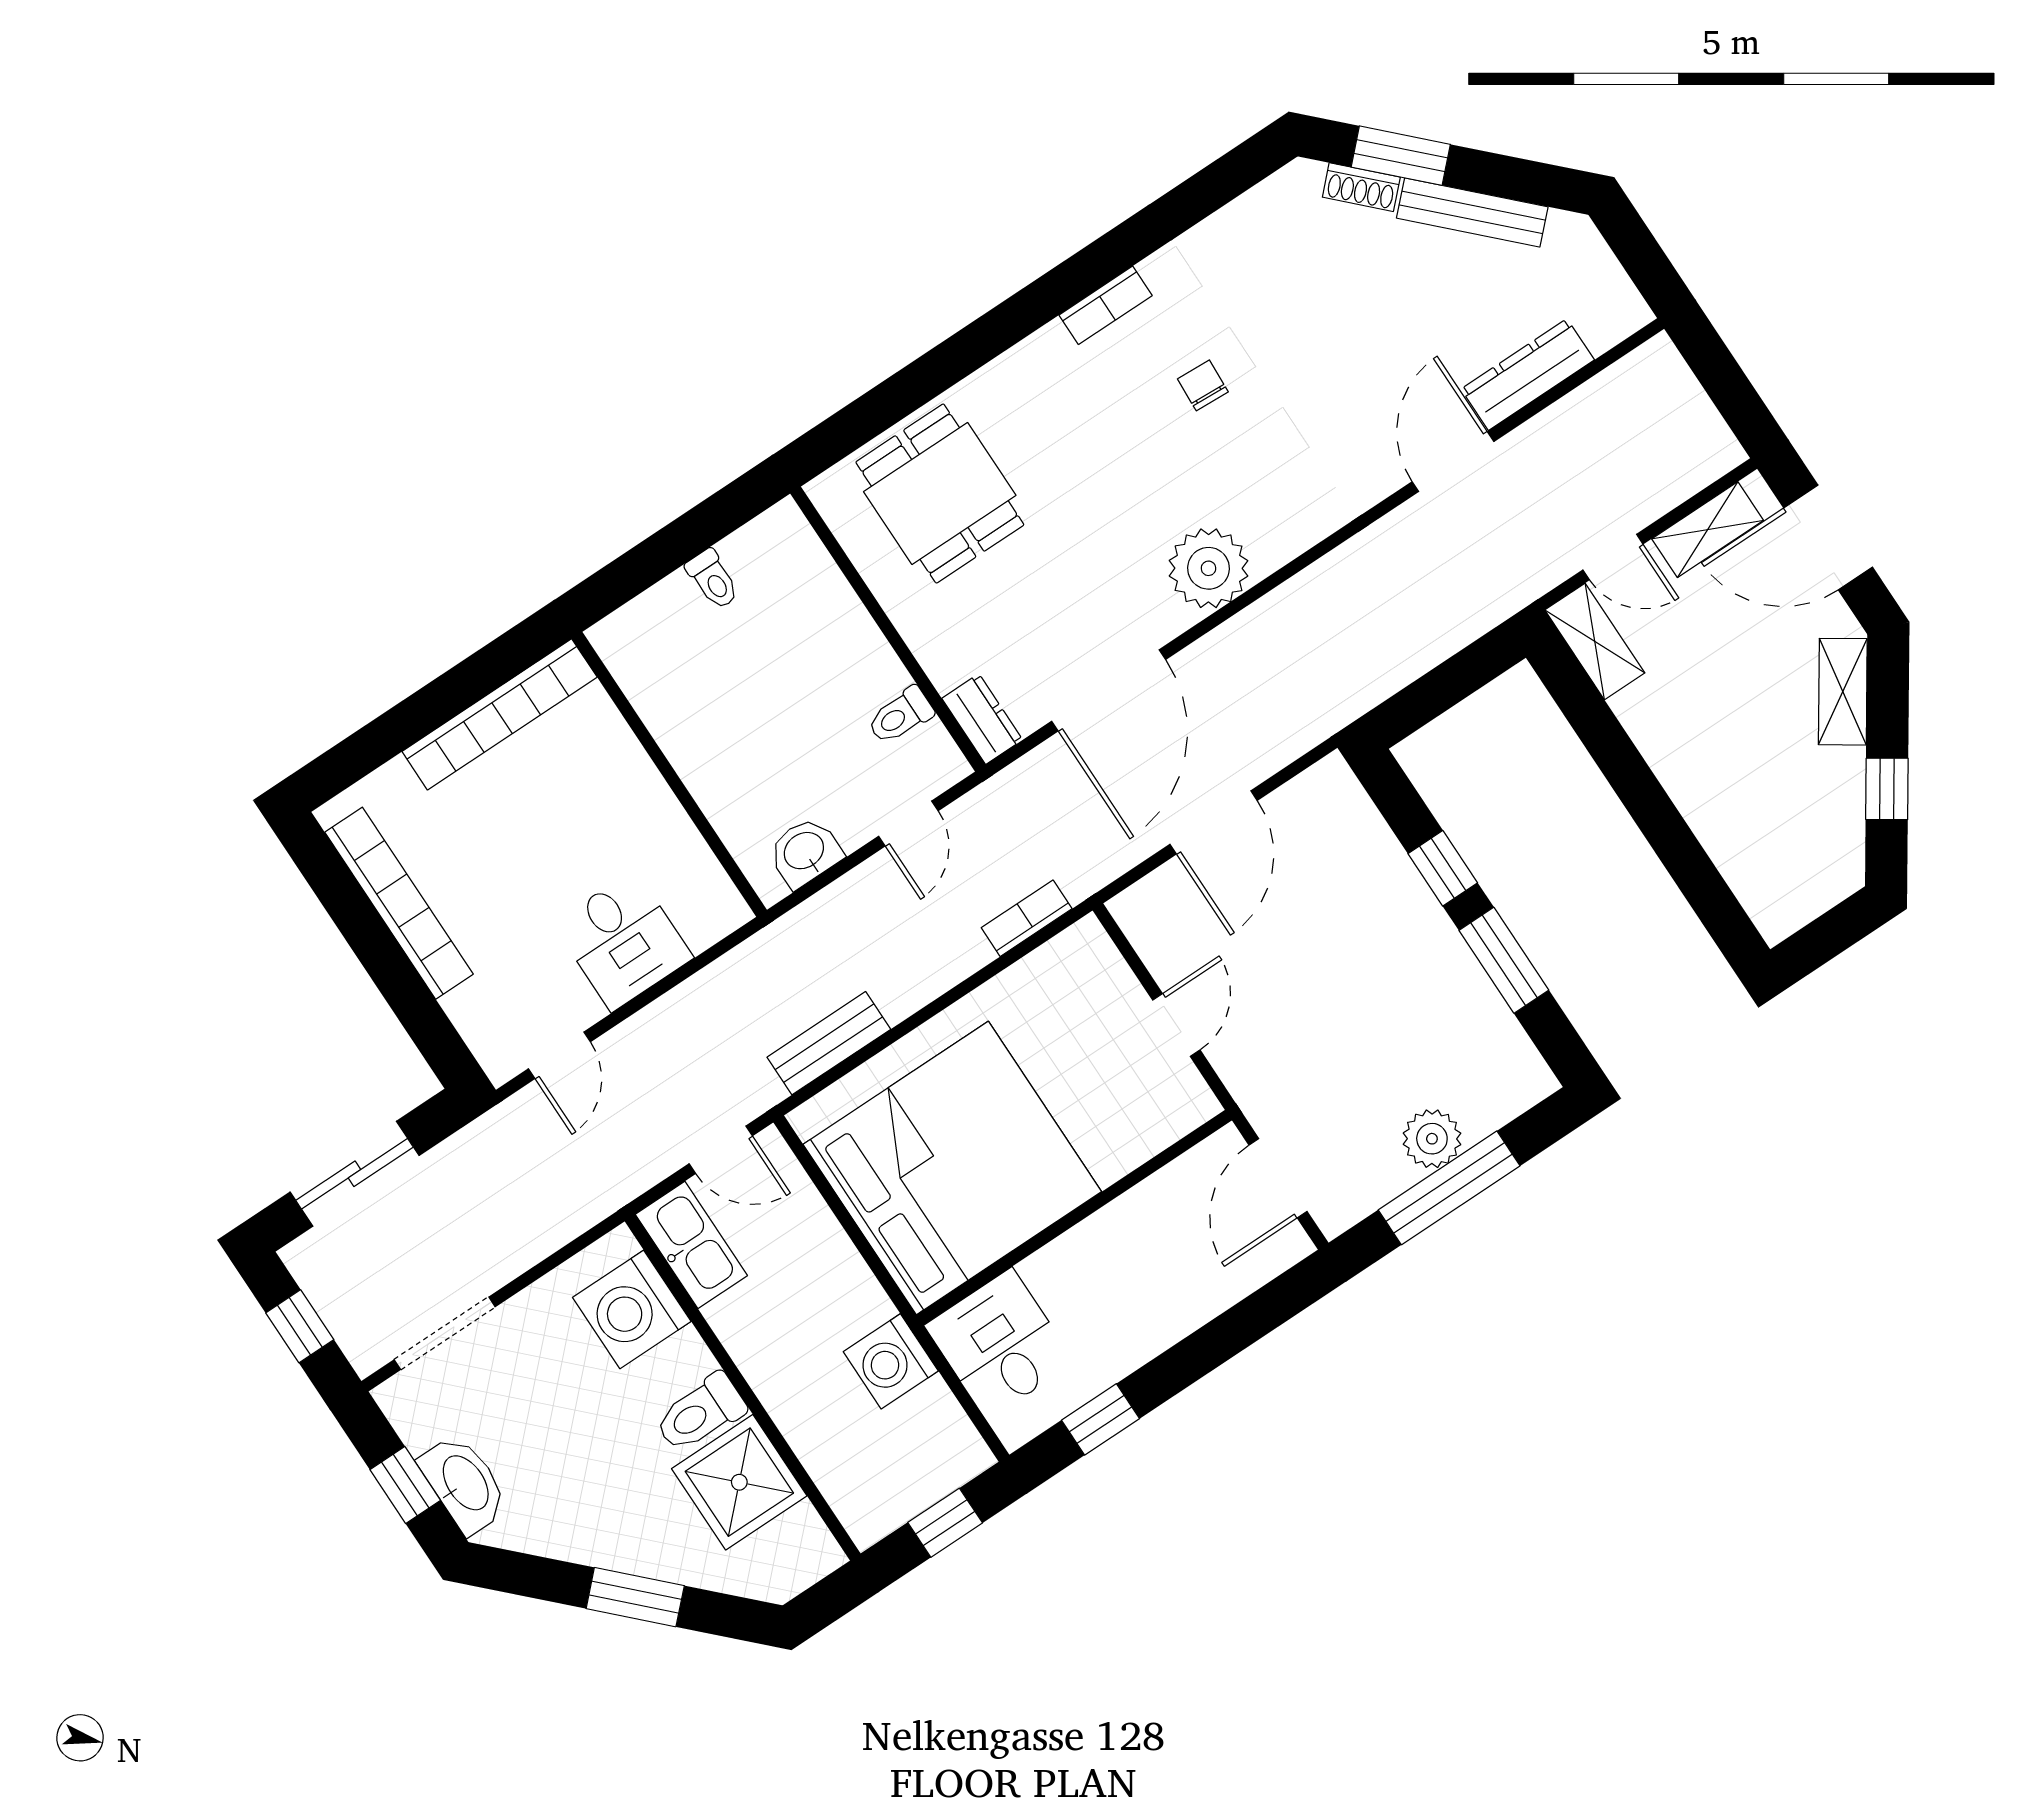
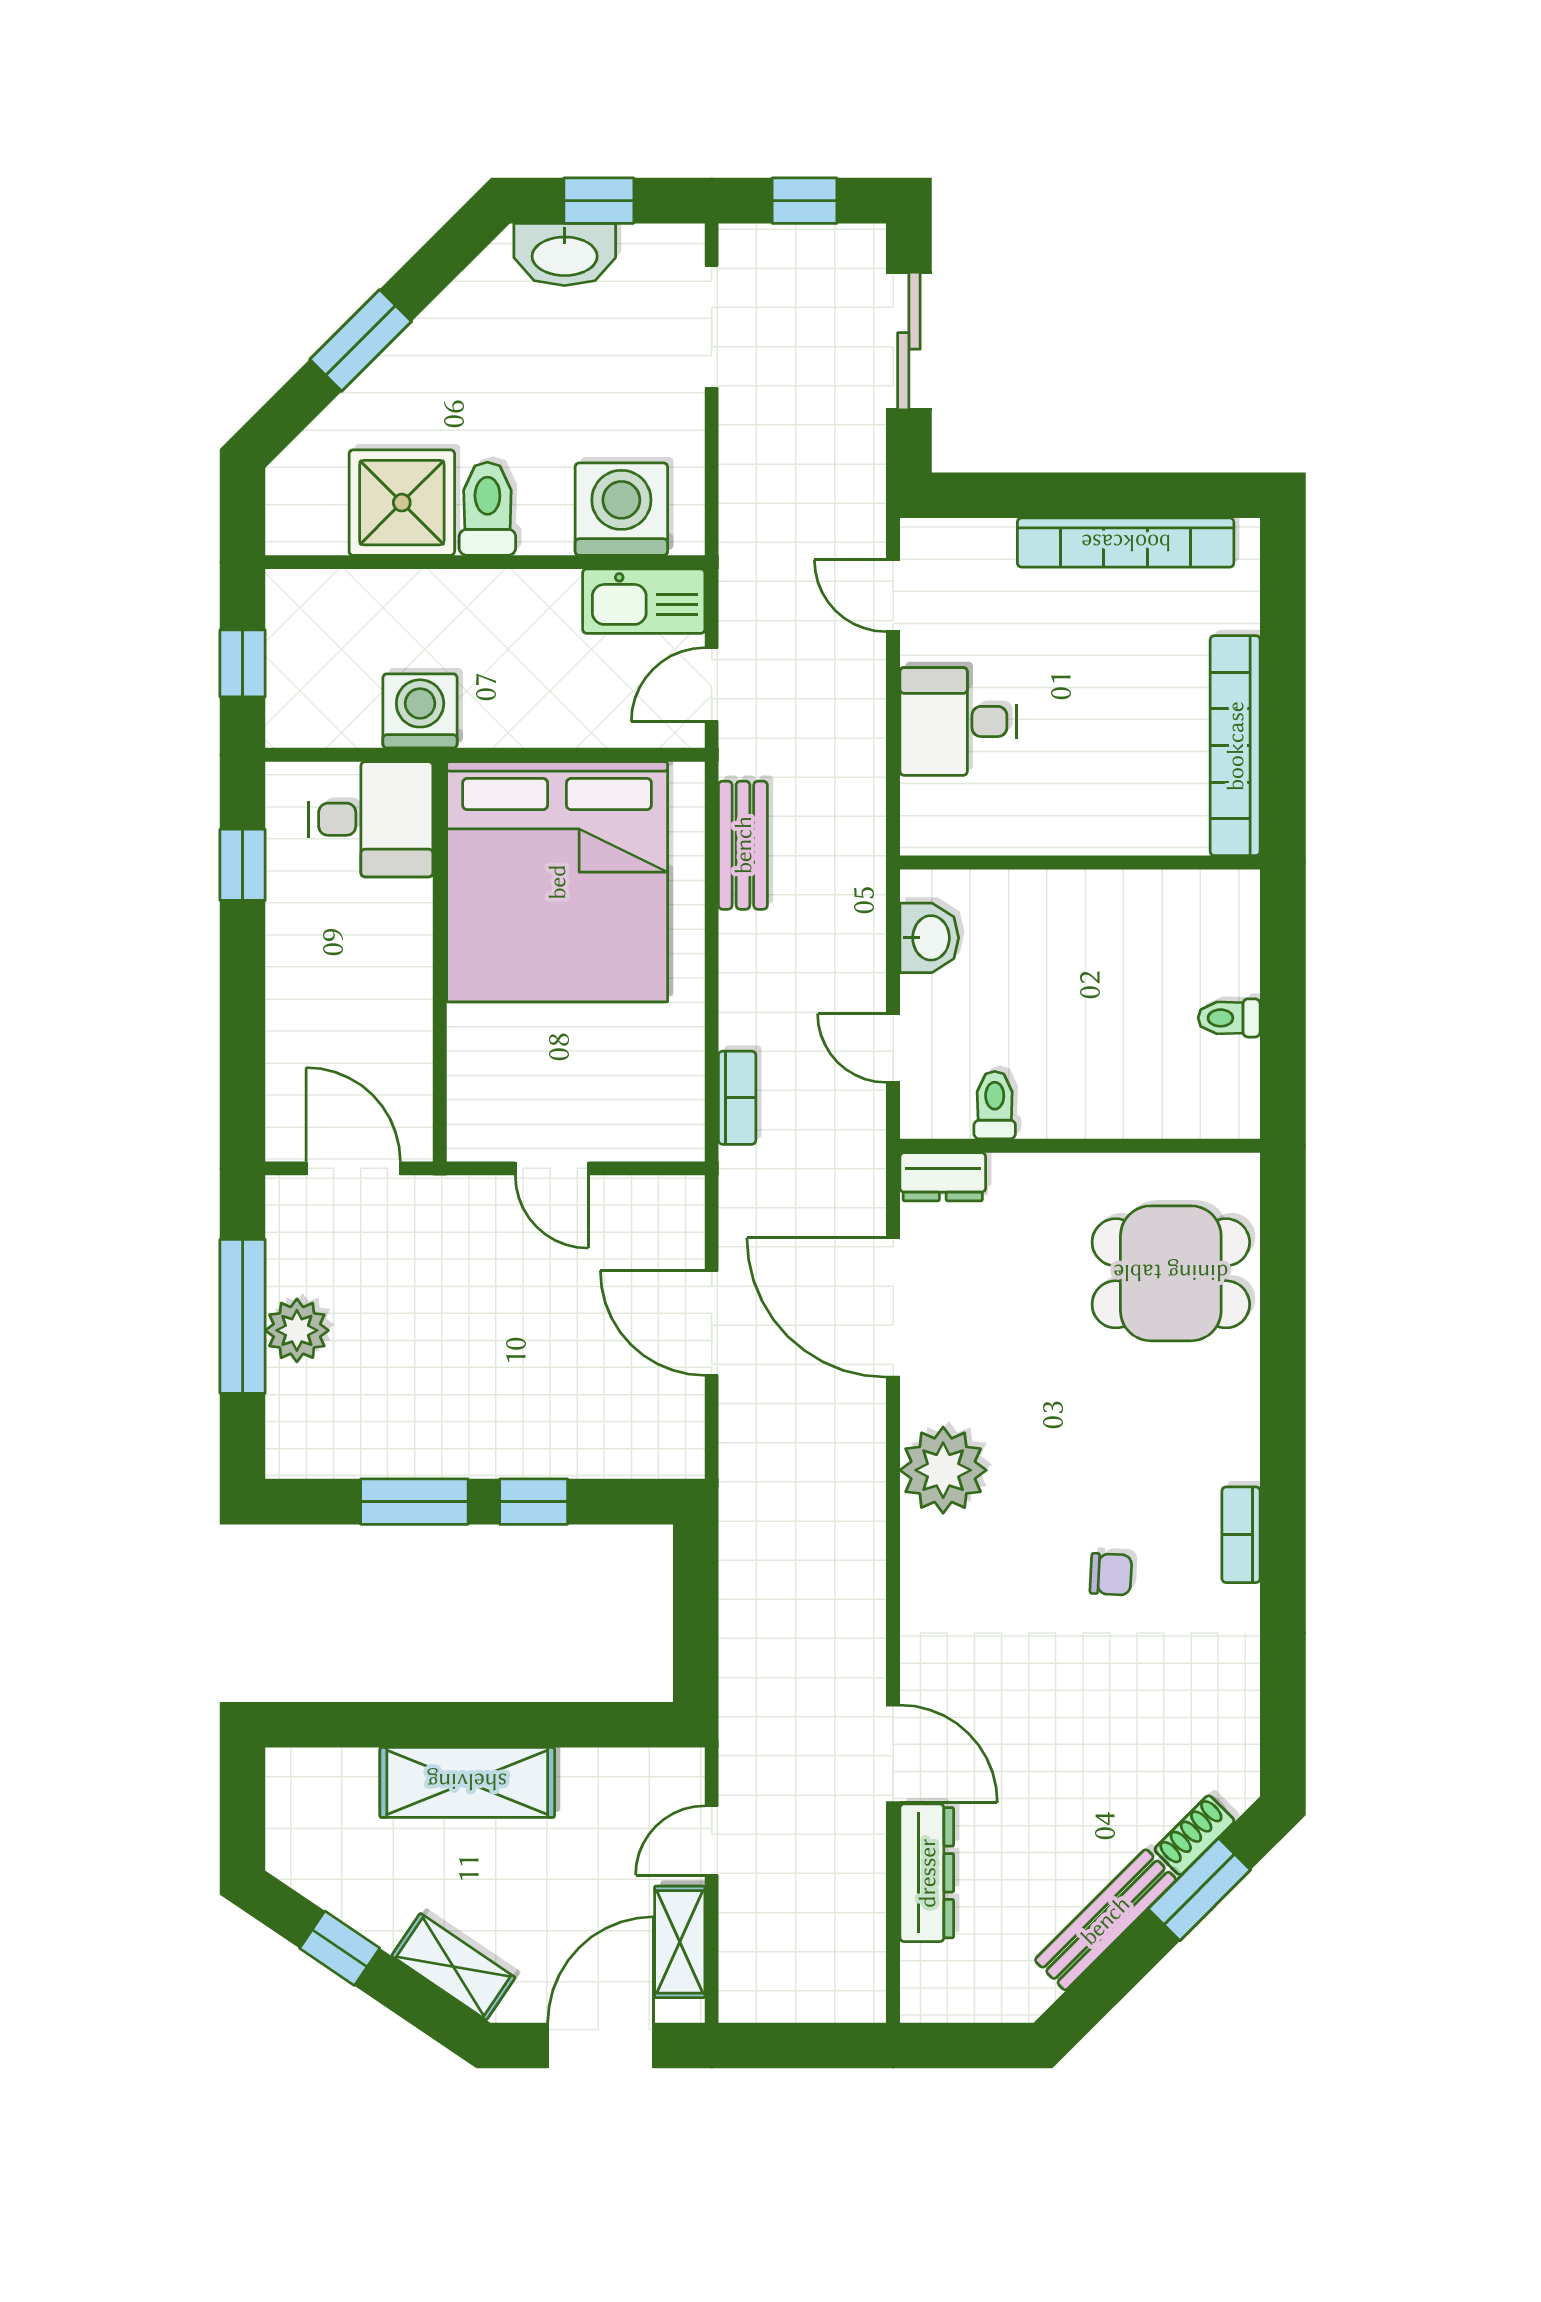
shelving: (1595, 641) -> (467, 1782), moved, width x1.50, depth x1.33

